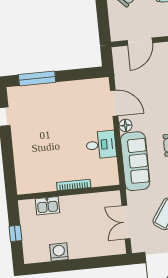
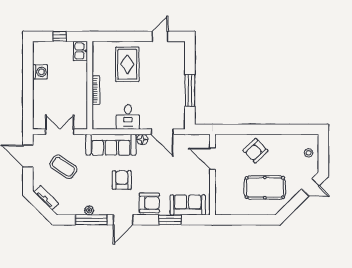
window: (37, 78) -> (190, 90), moved
door: (114, 103) -> (162, 132), hinge flipped
rug: (40, 152) -> (127, 64), added
kitchen sink: (47, 206) -> (80, 51), moved

